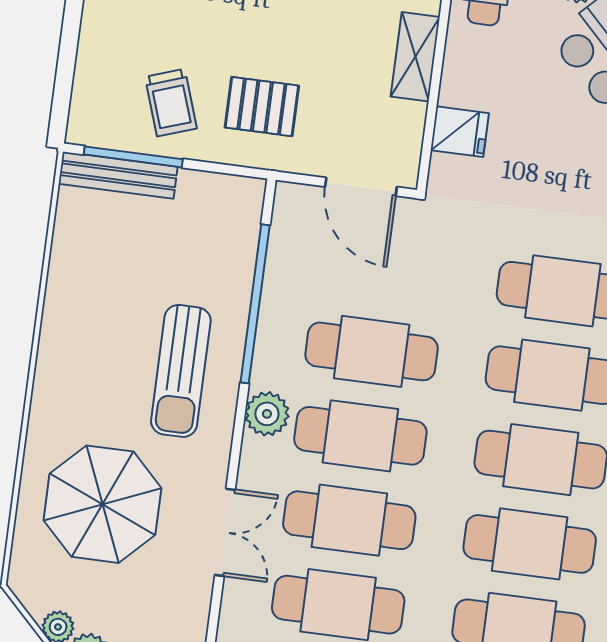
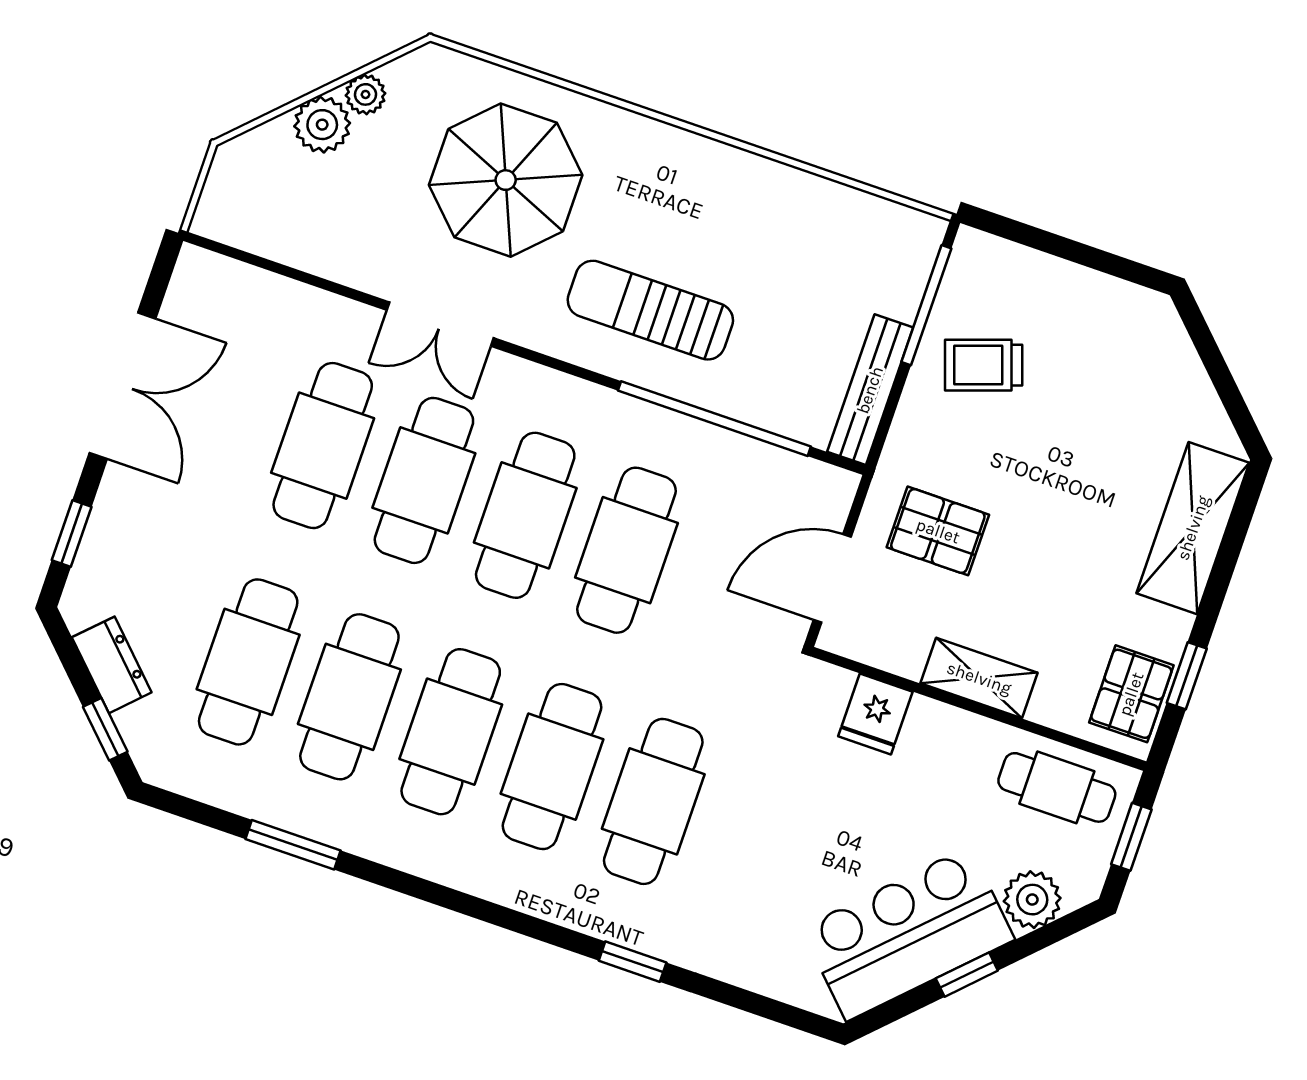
pallet: (262, 107) -> (938, 531), moved, turned 90
bench: (118, 175) -> (870, 390), moved
plant: (267, 414) -> (576, 406), removed

